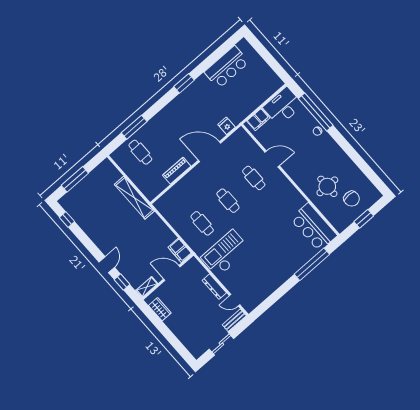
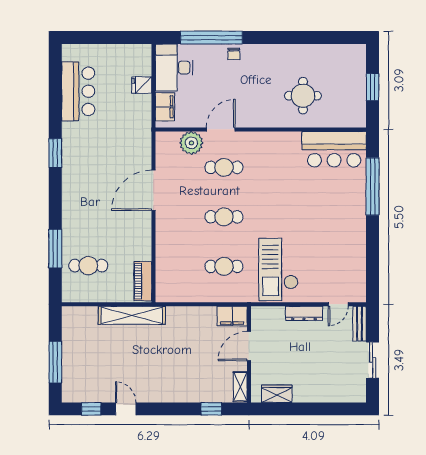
fridge: (227, 126) -> (142, 85), moved
plant: (252, 150) -> (191, 143), added
piano: (177, 171) -> (143, 281), moved
chair: (352, 199) -> (339, 81), removed
door: (107, 265) -> (126, 409), moved

